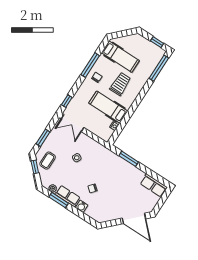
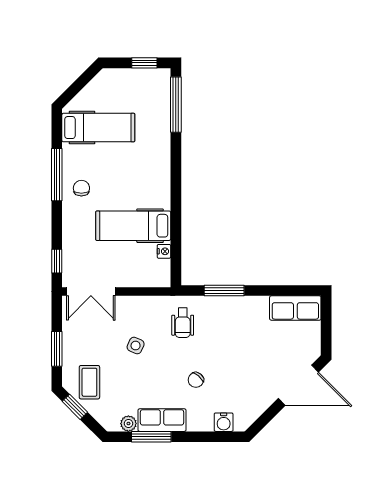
trolley: (120, 84) -> (128, 174), removed
wheelchair: (103, 161) -> (183, 323), added
water cooler: (82, 206) -> (224, 422), moved

